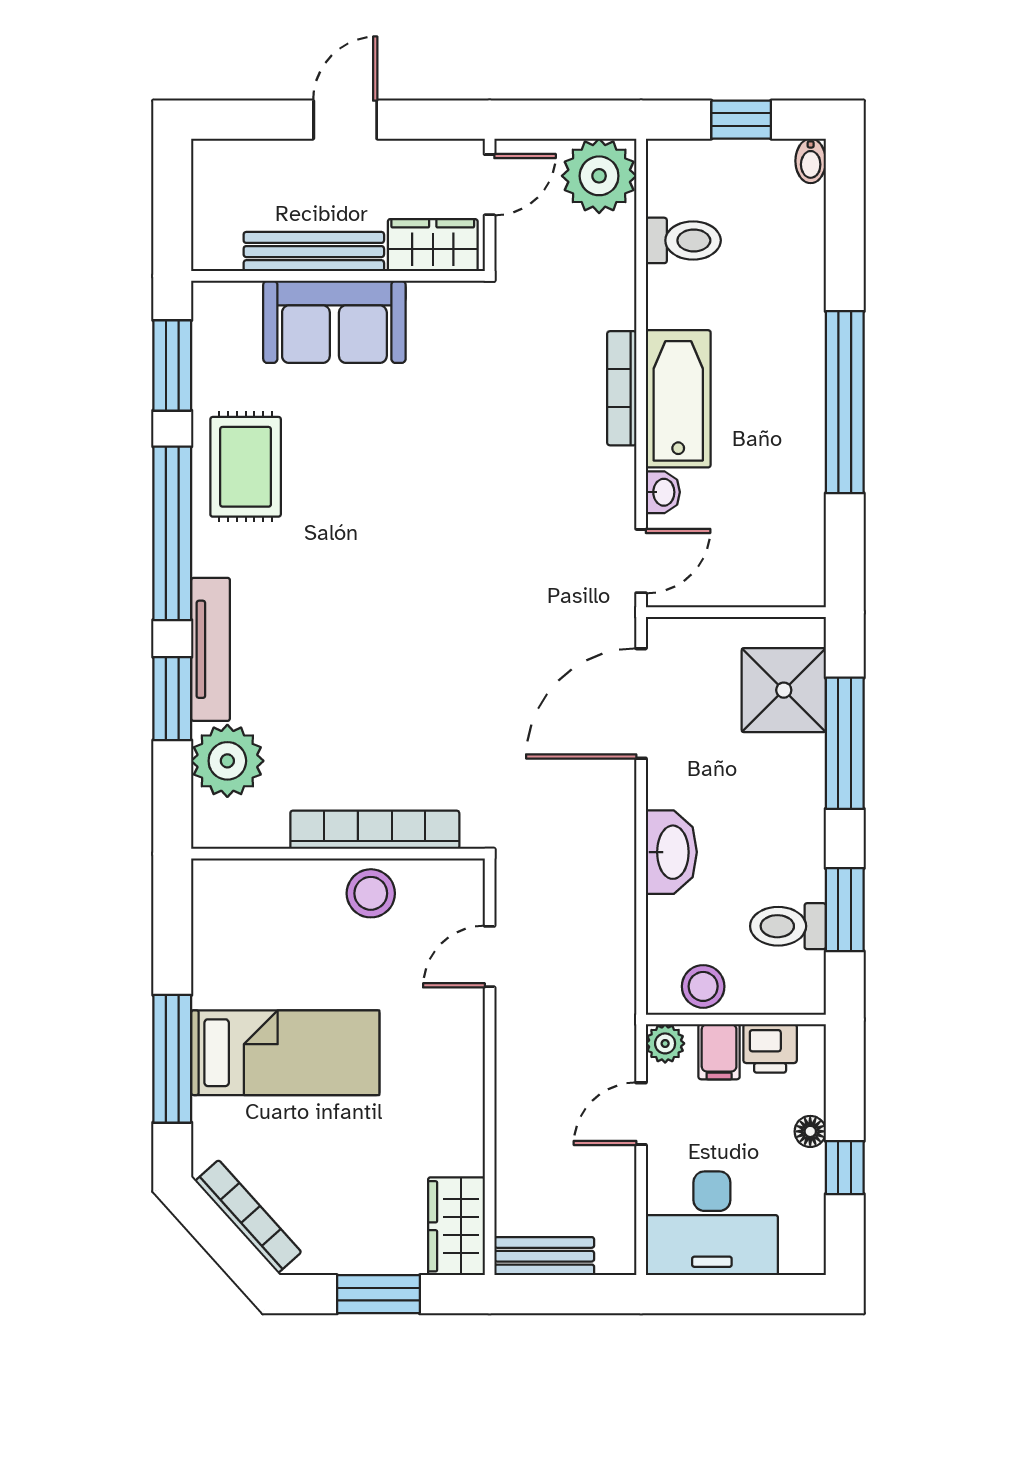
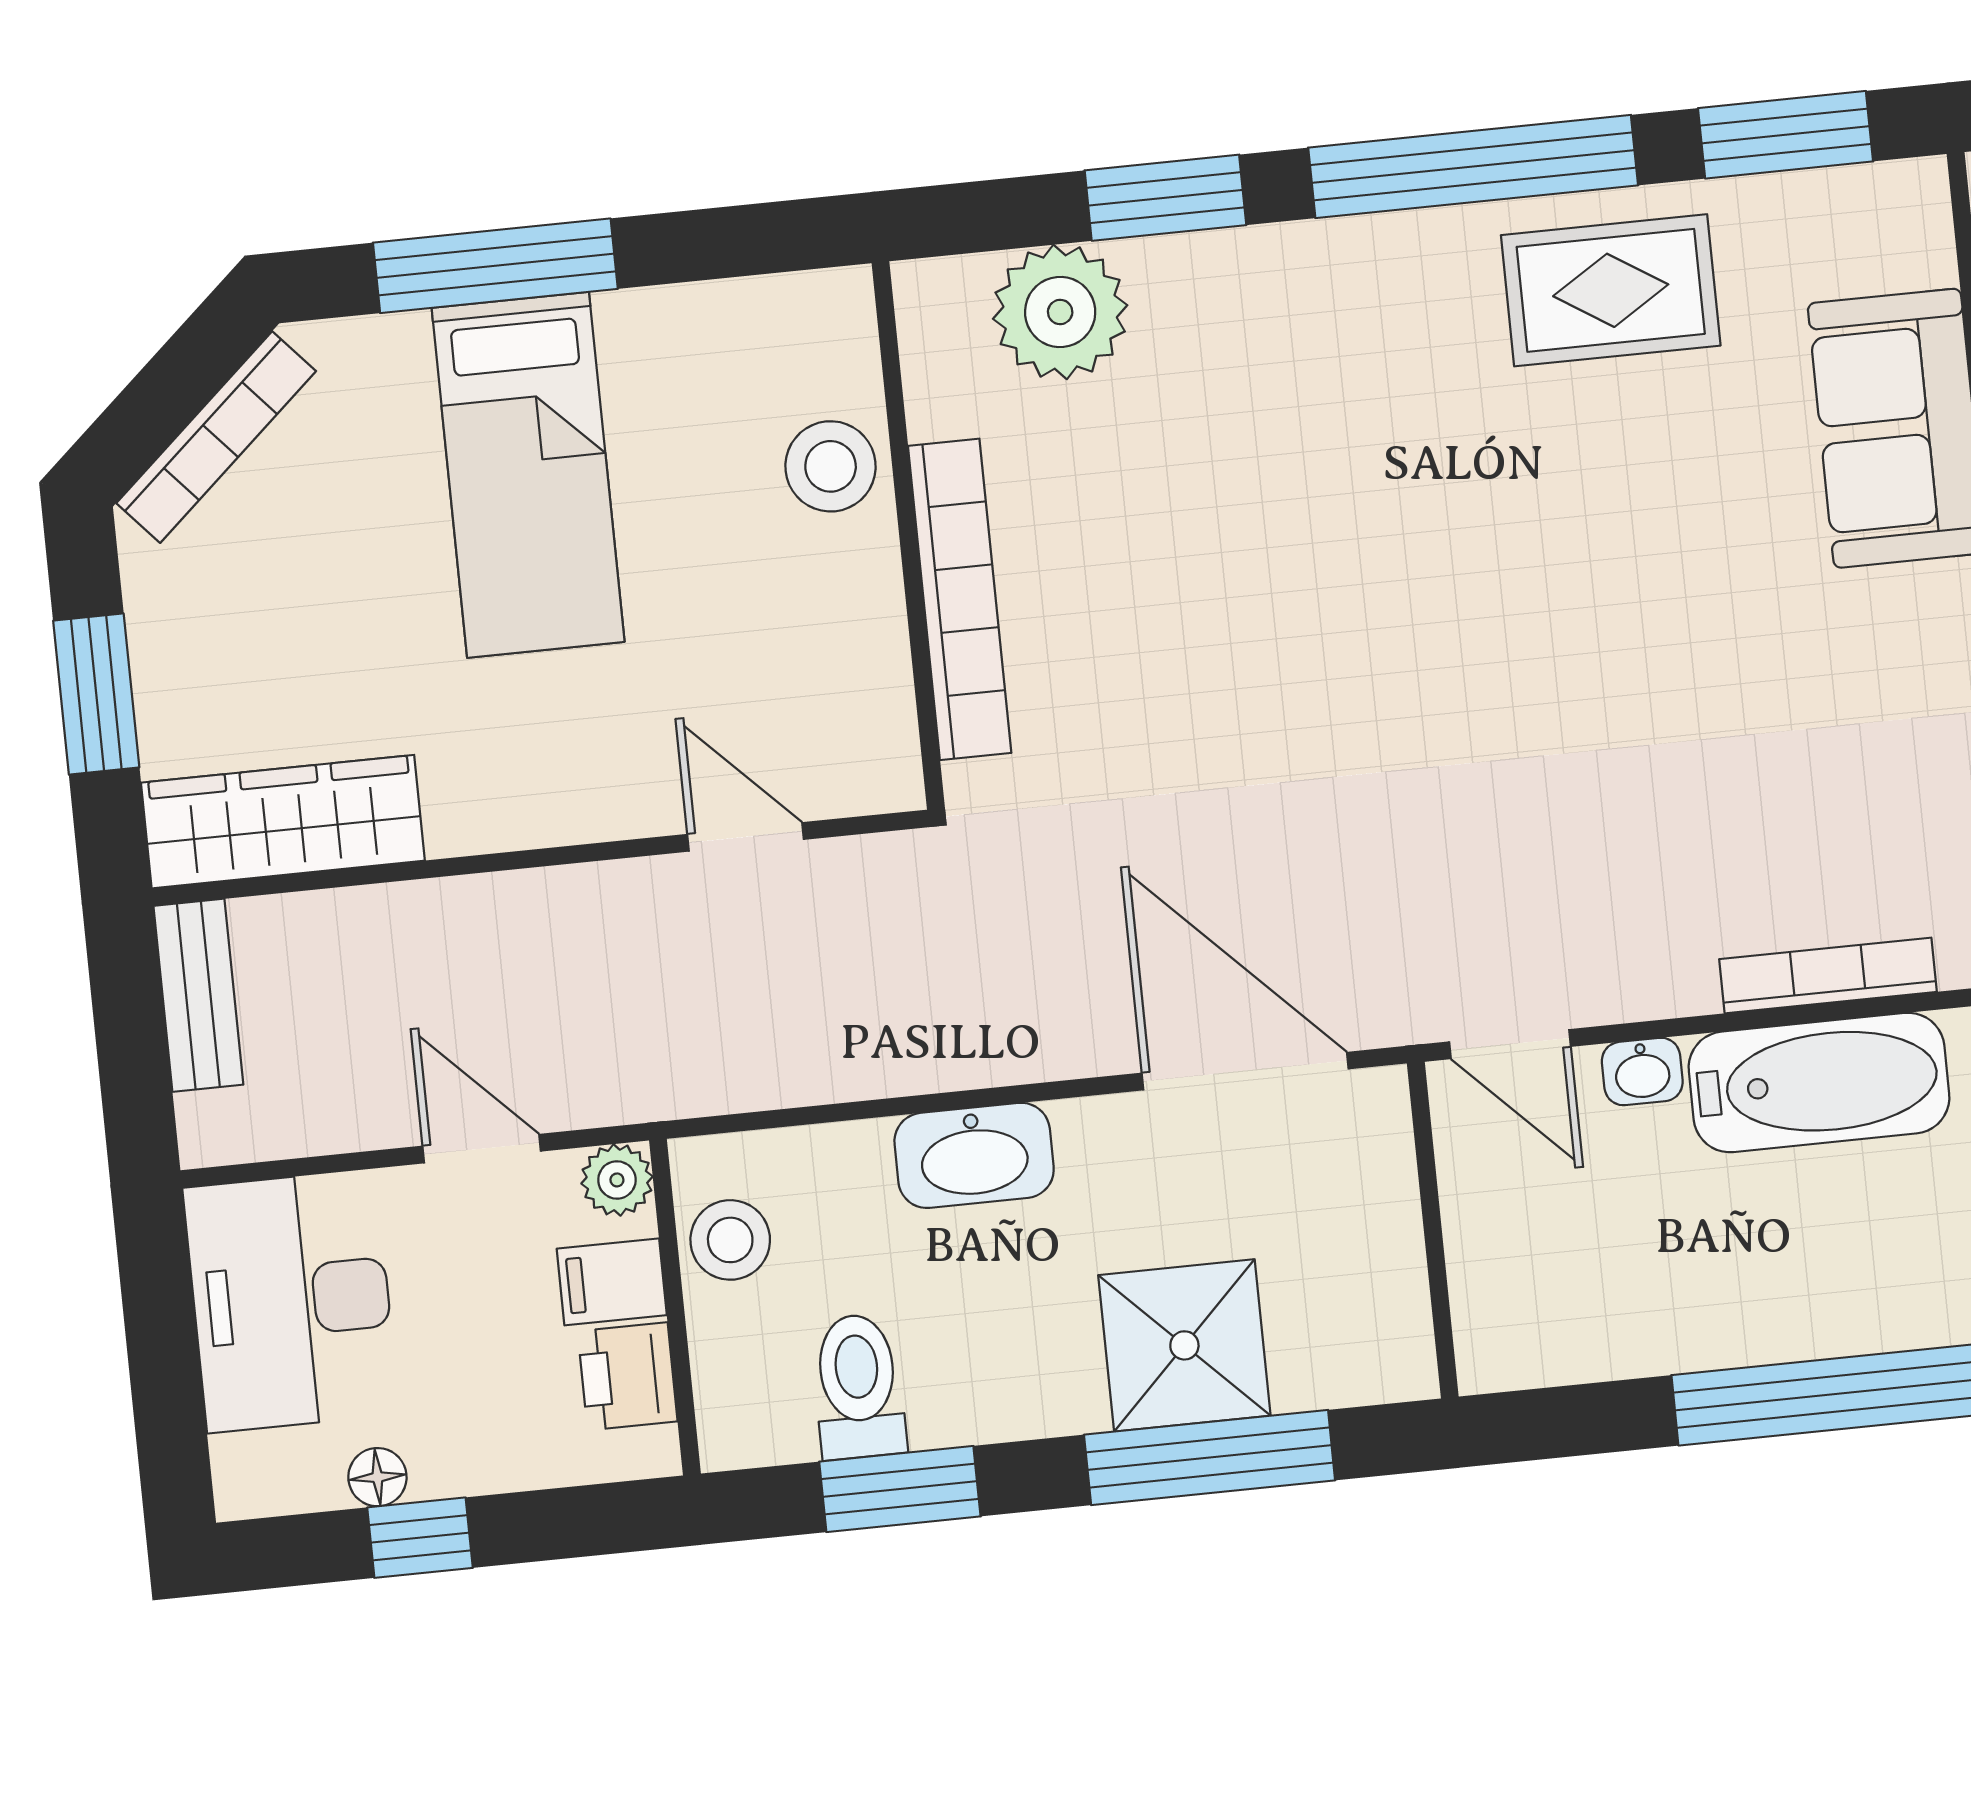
tv unit: (211, 649) -> (1264, 260), removed
shower: (784, 690) -> (1184, 1345), moved
stool: (371, 893) -> (831, 466), moved
floor lamp: (810, 1131) -> (377, 1477), moved
wardrobe: (456, 1226) -> (283, 822), width x1.50

